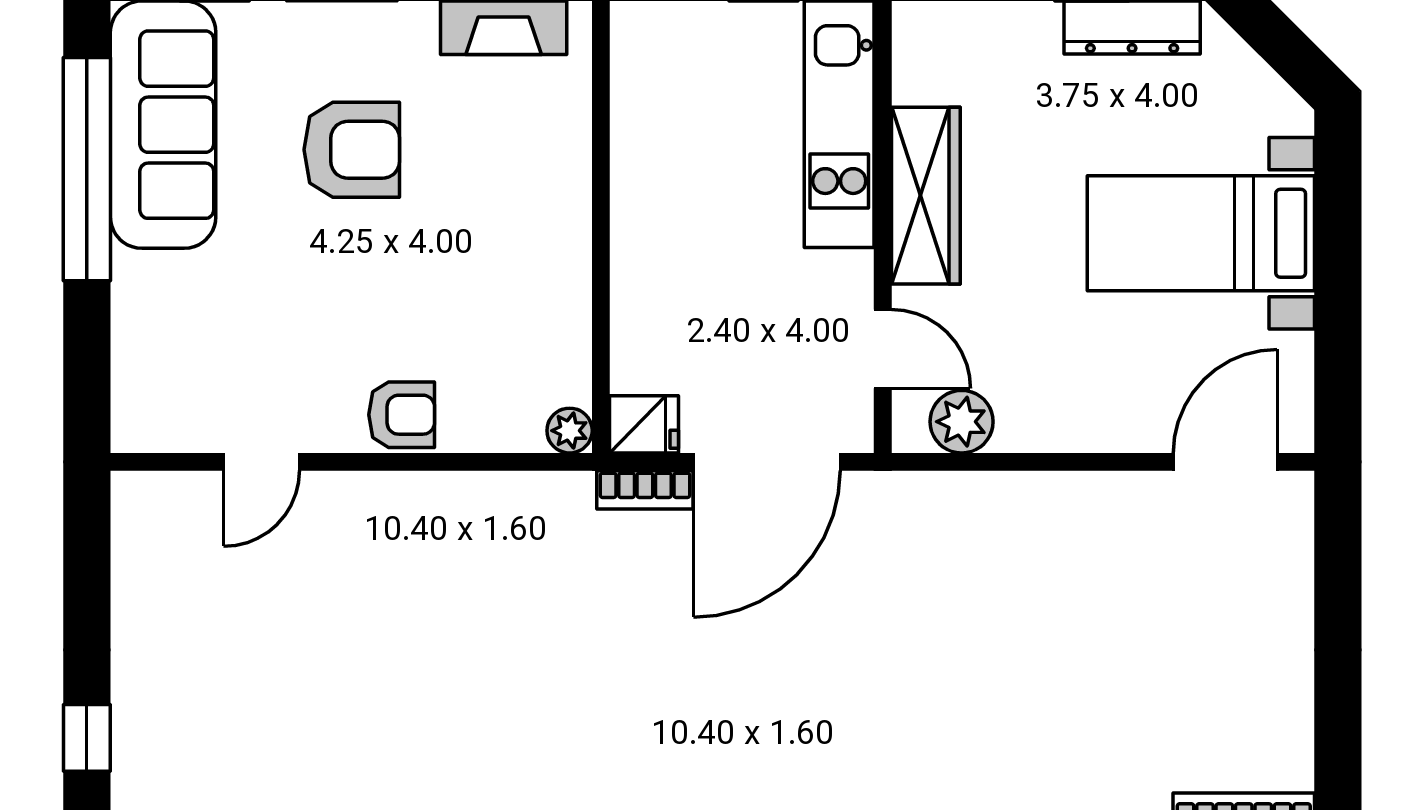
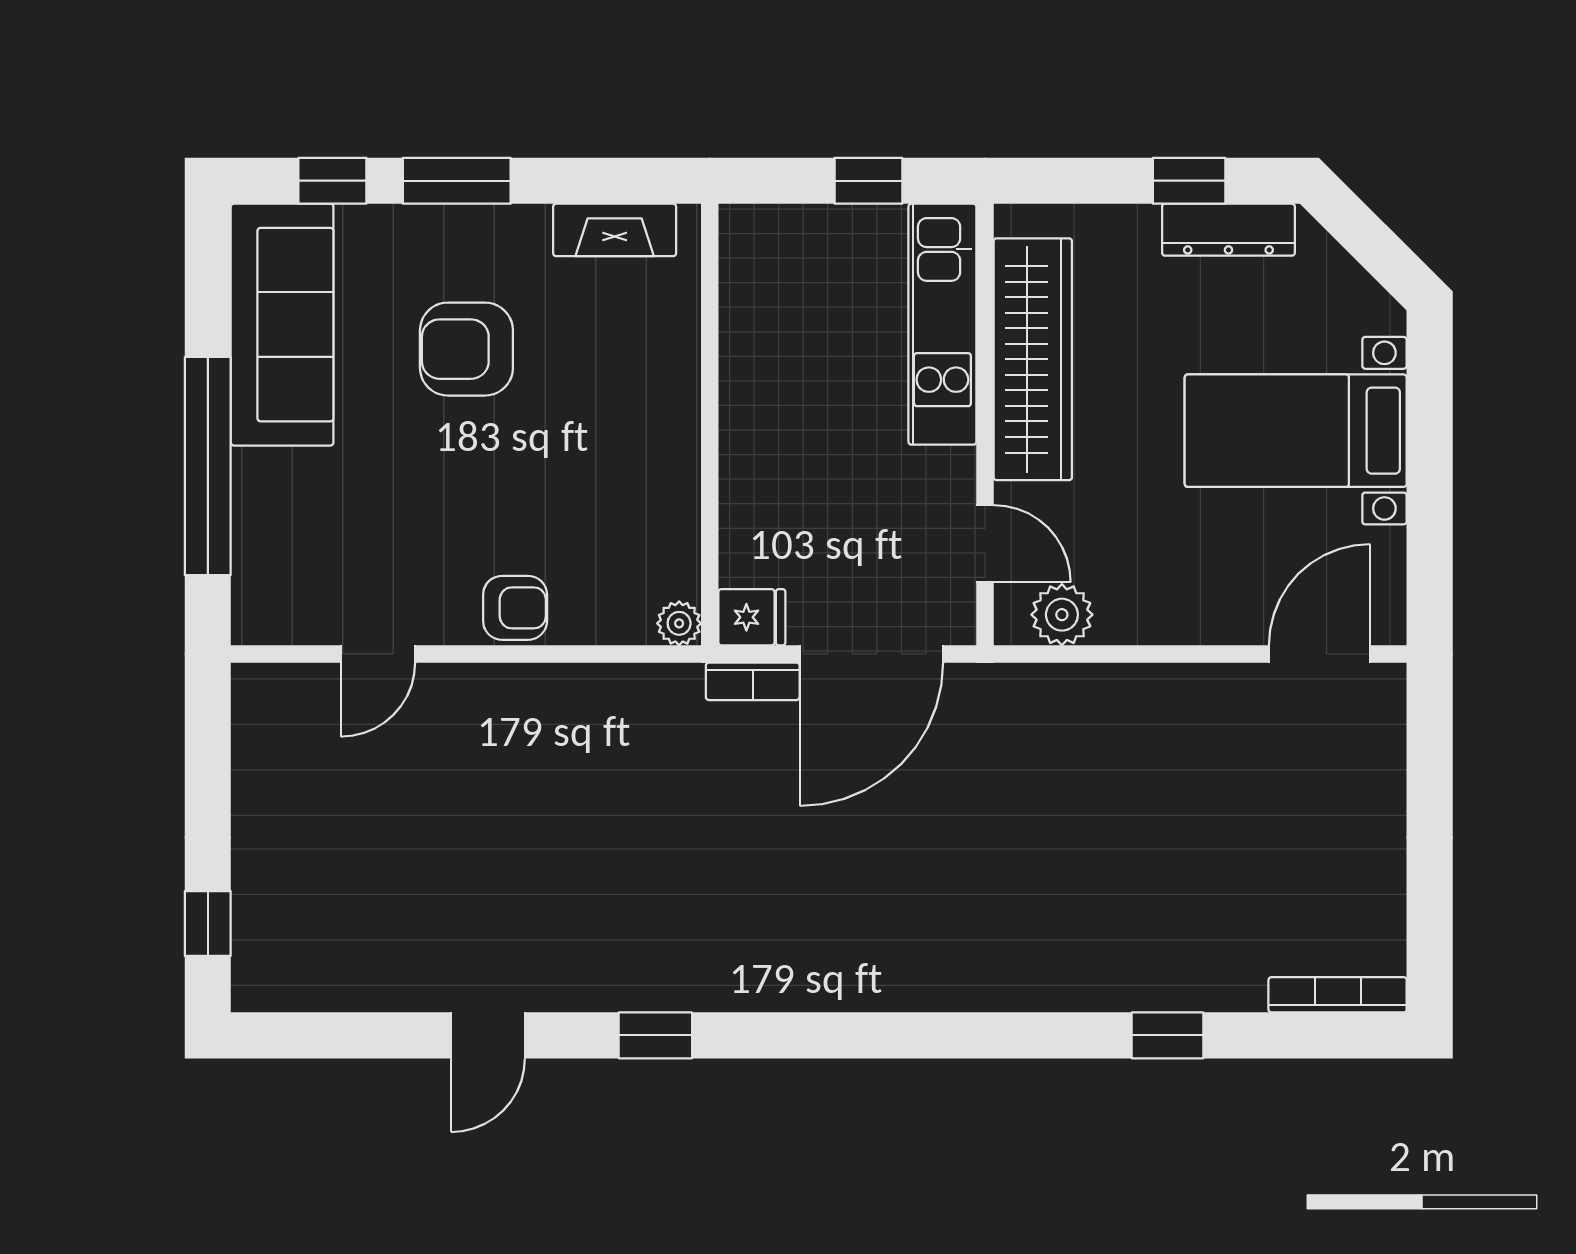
armchair: (352, 150) -> (466, 349), turned 180
window: (87, 169) -> (208, 466), moved
wardrobe: (926, 196) -> (1033, 359), width x1.40, depth x1.17

